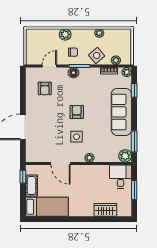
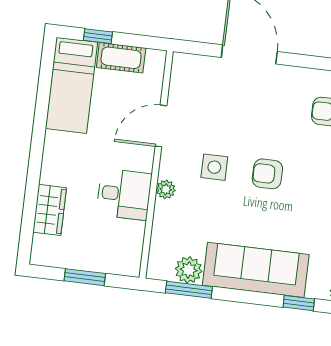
armchair: (77, 112) -> (267, 174), turned 180
plant: (125, 156) -> (189, 270), moved
window: (23, 177) -> (98, 36), moved
desk: (120, 177) -> (124, 194), moved

